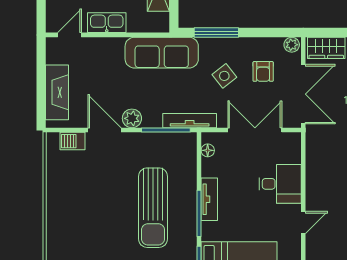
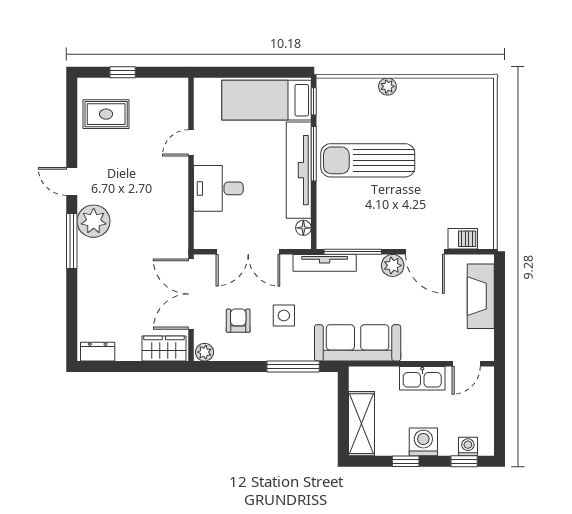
side table: (224, 76) -> (284, 315), turned 38
tv unit: (209, 199) -> (299, 170), width x1.92, depth x1.29
sun lounger: (153, 208) -> (368, 160), turned -90

